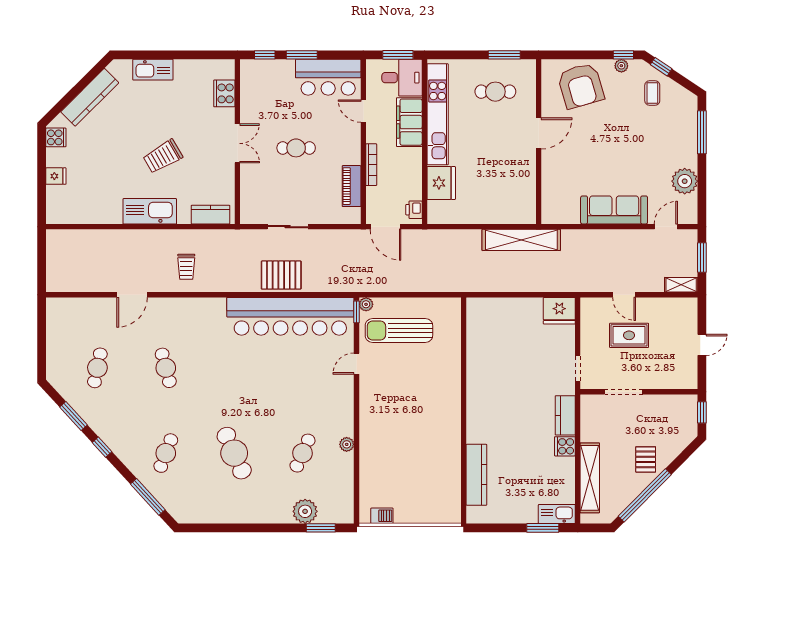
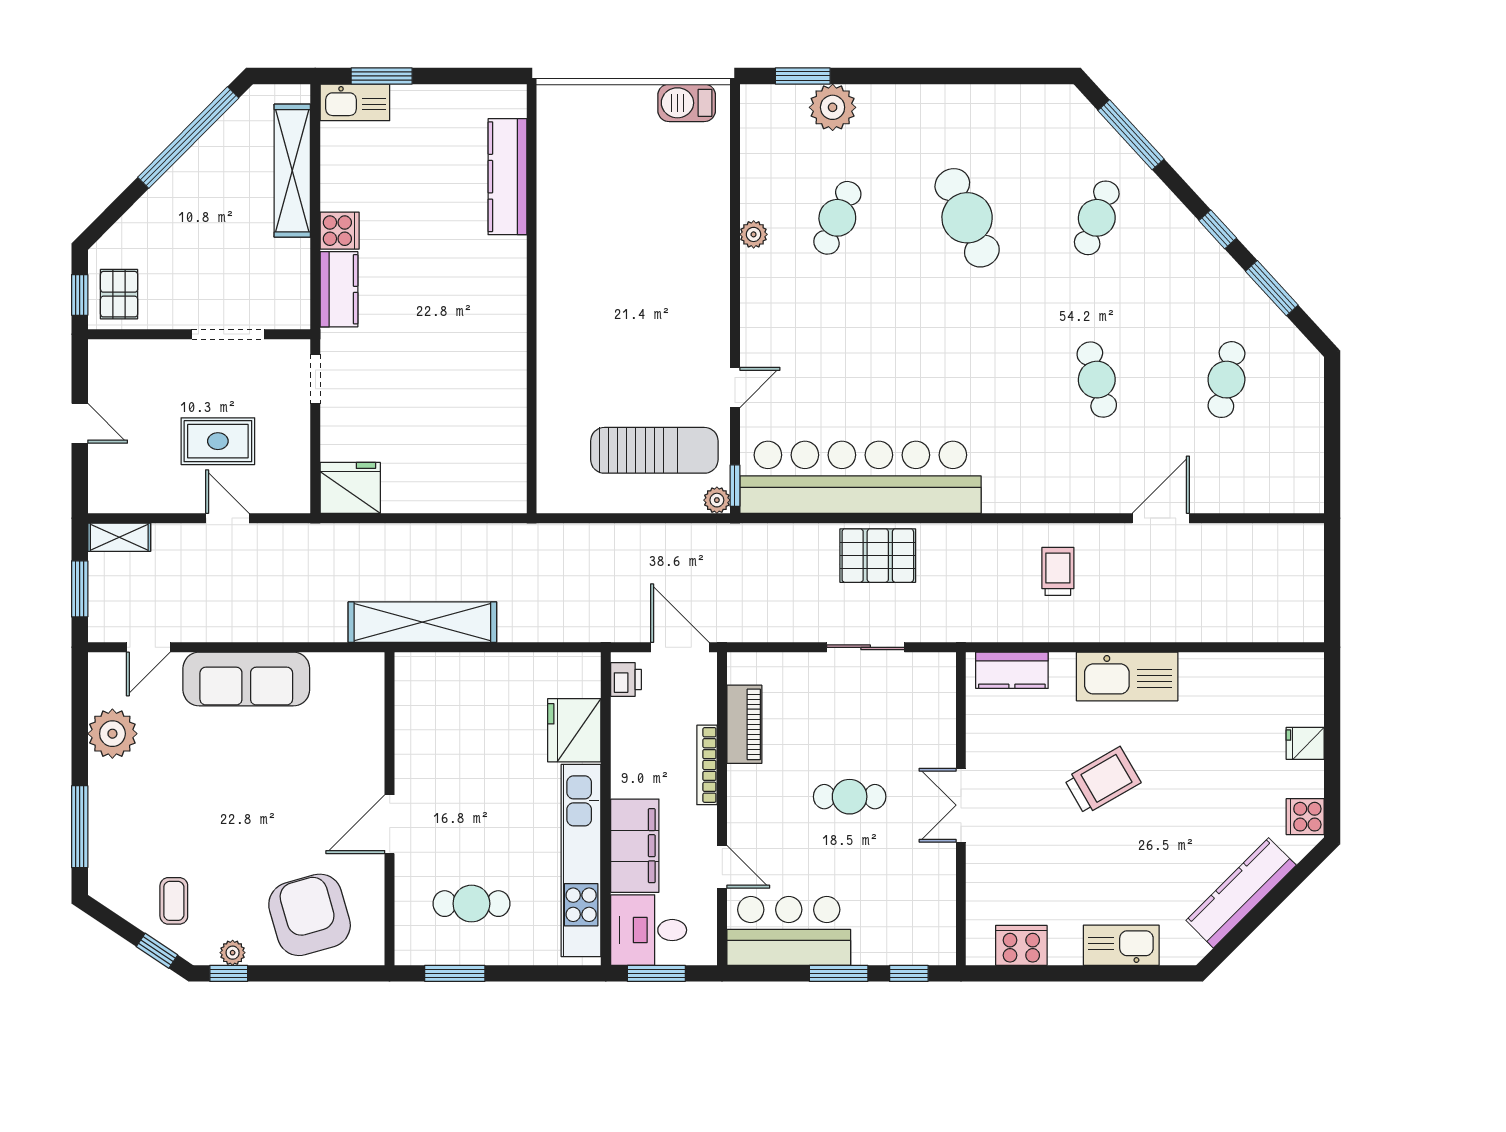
cooker: (224, 93) -> (1021, 945), moved, turned -90
door: (702, 345) -> (80, 423), swing flipped
pallet: (646, 459) -> (119, 294), moved
barbecue: (382, 516) -> (687, 103), width x1.38, depth x1.27

